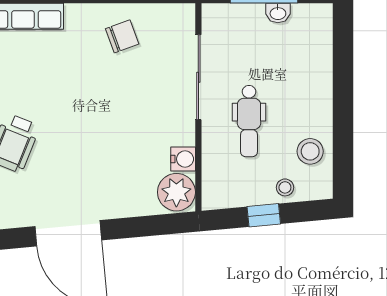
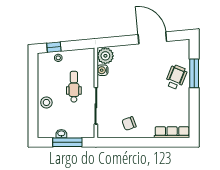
stool: (310, 151) -> (46, 102), moved
window: (264, 215) -> (54, 47), moved

